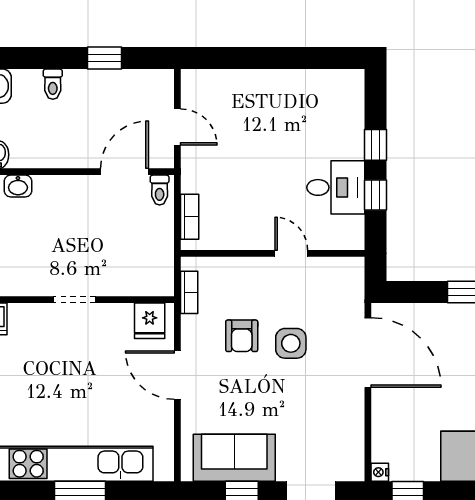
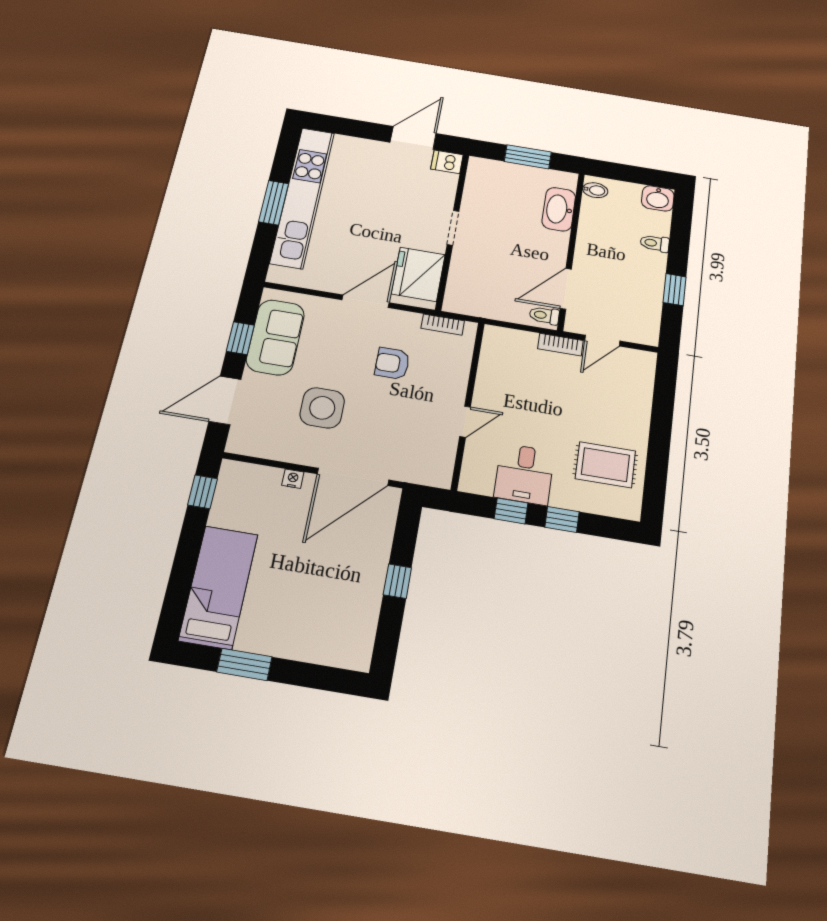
rug: (312, 109) -> (605, 465), added
door: (125, 172) -> (566, 289), swing flipped
washbasin: (18, 186) -> (559, 209), width x1.91, depth x1.45
bookcase: (190, 217) -> (560, 345), moved
fridge: (150, 321) -> (418, 274), width x1.88, depth x1.34
side table: (291, 343) -> (322, 408), moved, width x1.37, depth x1.37
nightstand: (380, 472) -> (293, 479), moved

